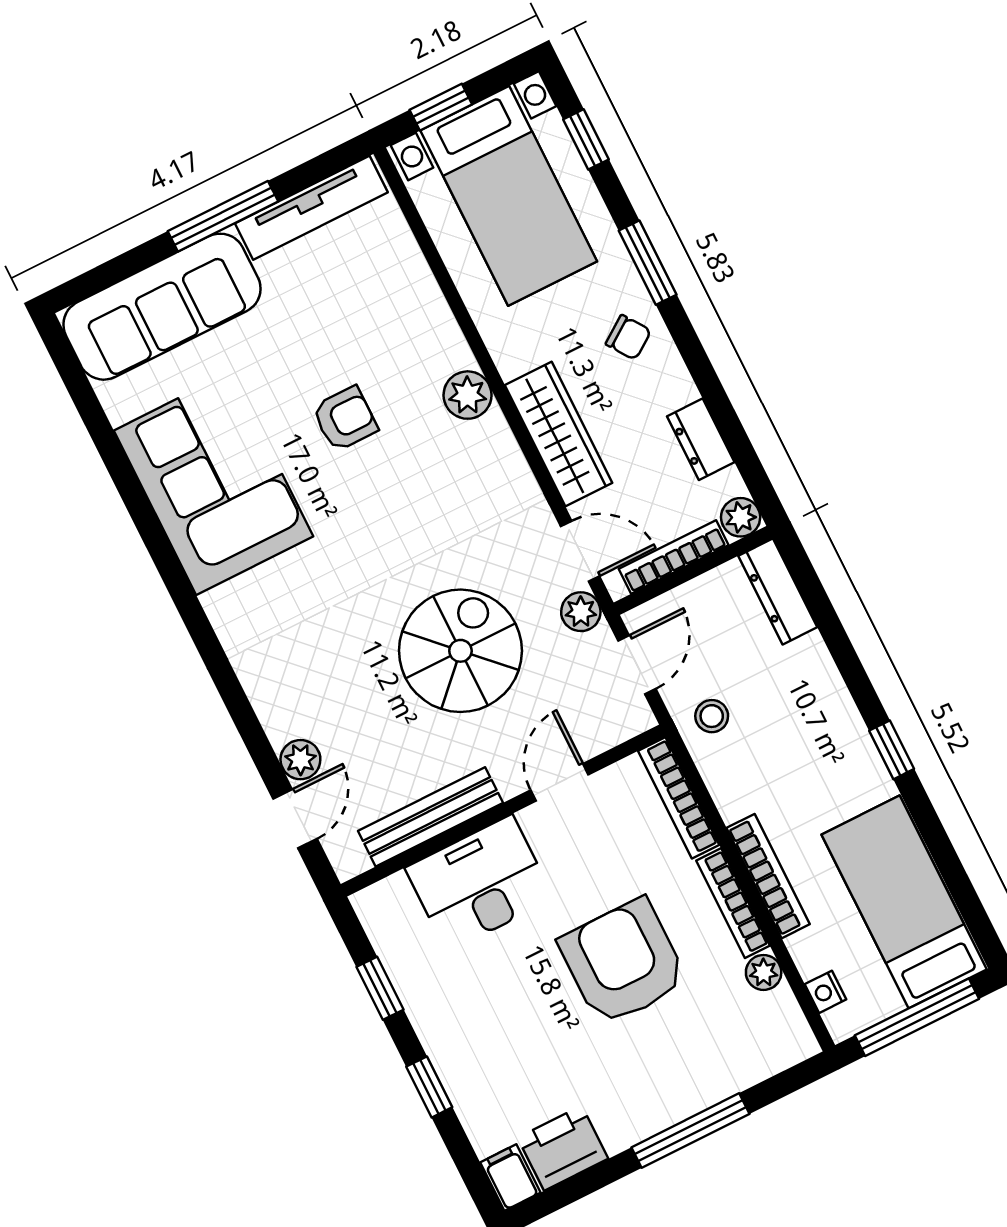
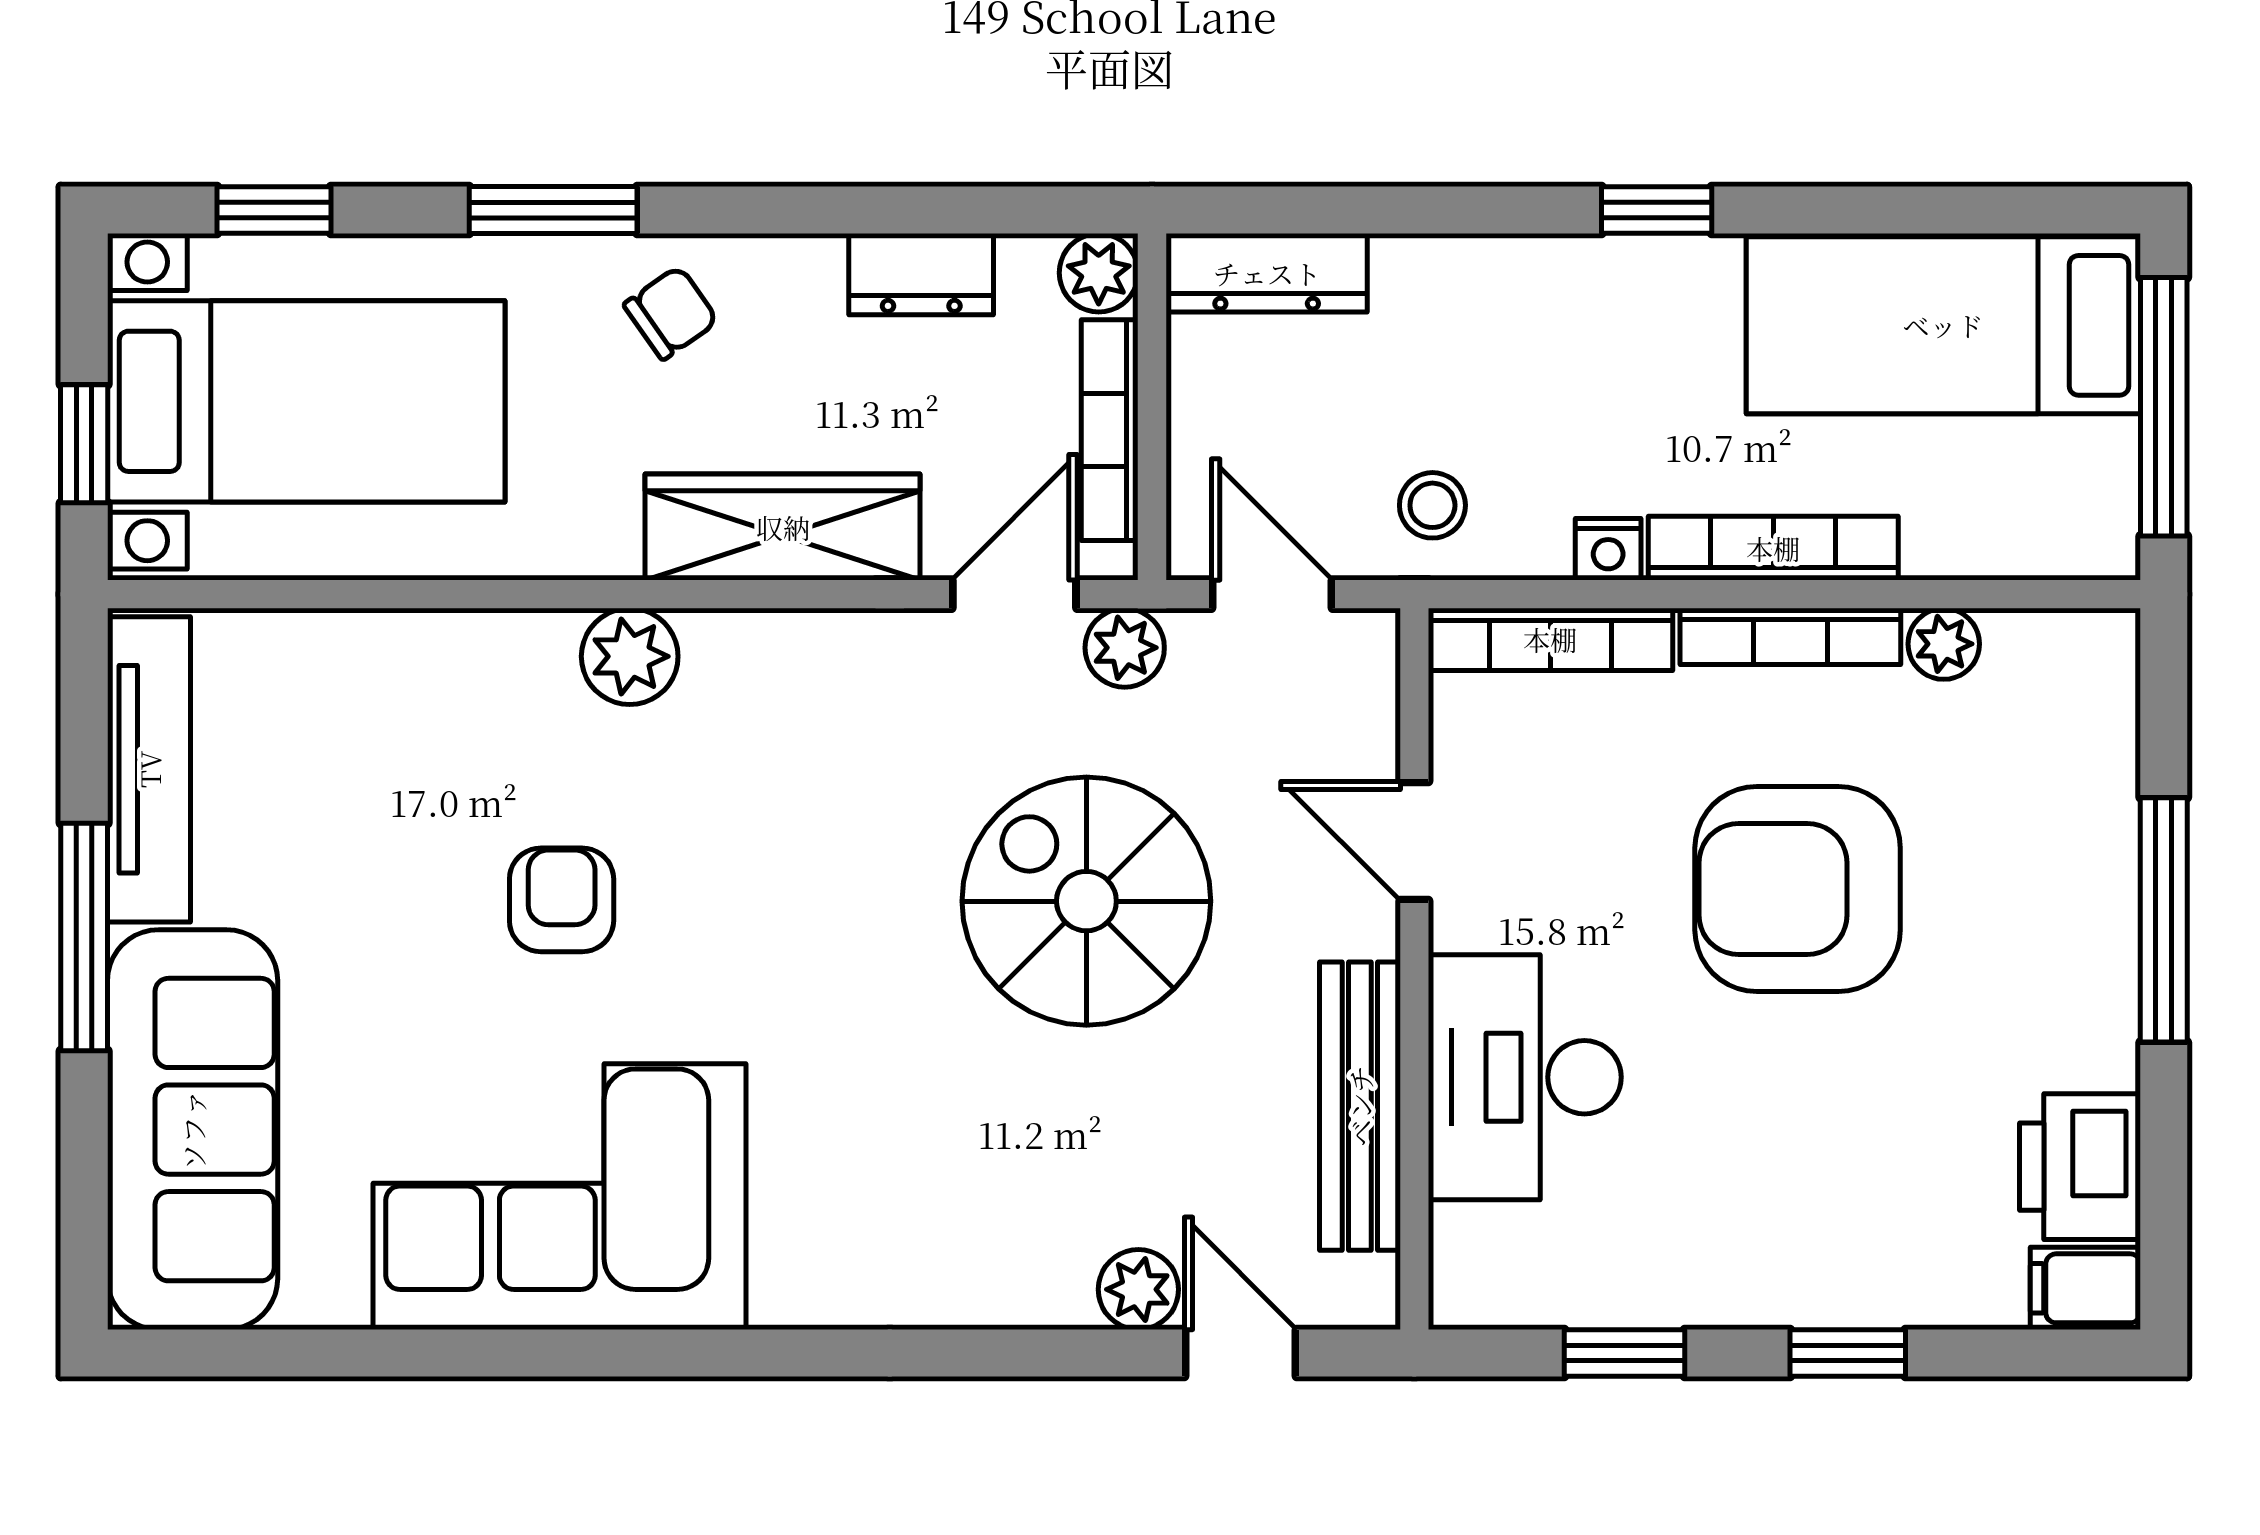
nightstand: (826, 992) -> (1608, 549), moved

